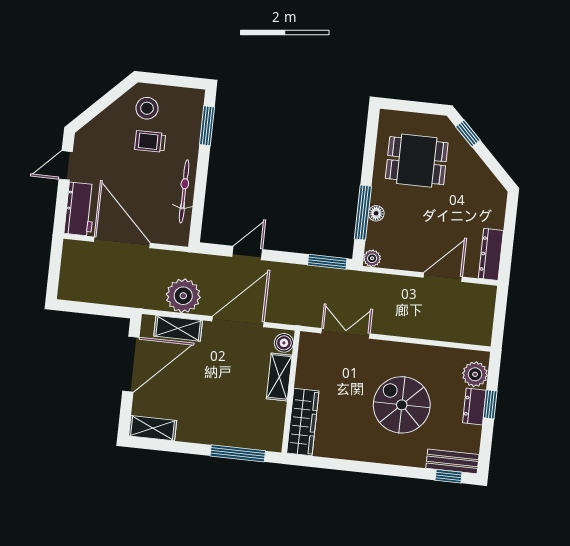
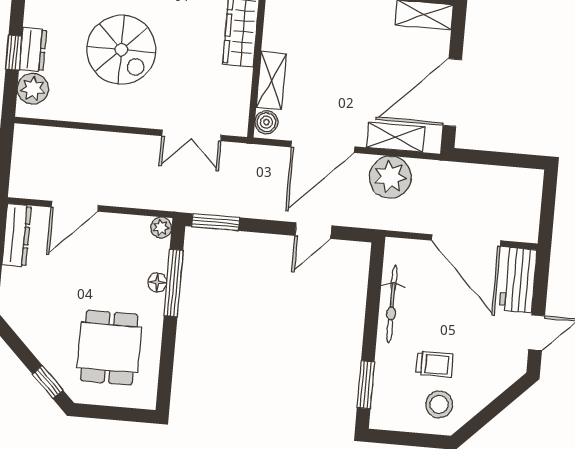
dining table: (417, 161) -> (109, 348), turned 90

